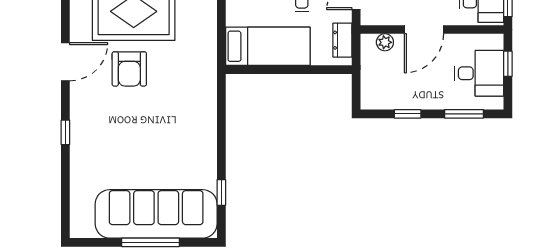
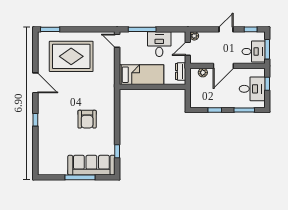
door: (65, 62) -> (35, 83), hinge flipped
armchair: (129, 69) -> (87, 119), moved
sofa: (156, 214) -> (91, 165), width x0.74, depth x0.79

